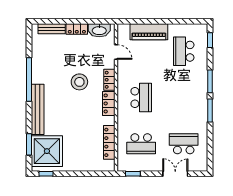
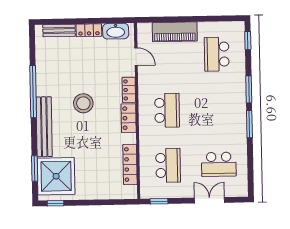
stool: (79, 82) -> (83, 103), moved
school desk: (141, 144) -> (168, 165), turned -90
school desk: (184, 144) -> (219, 164), turned 180

